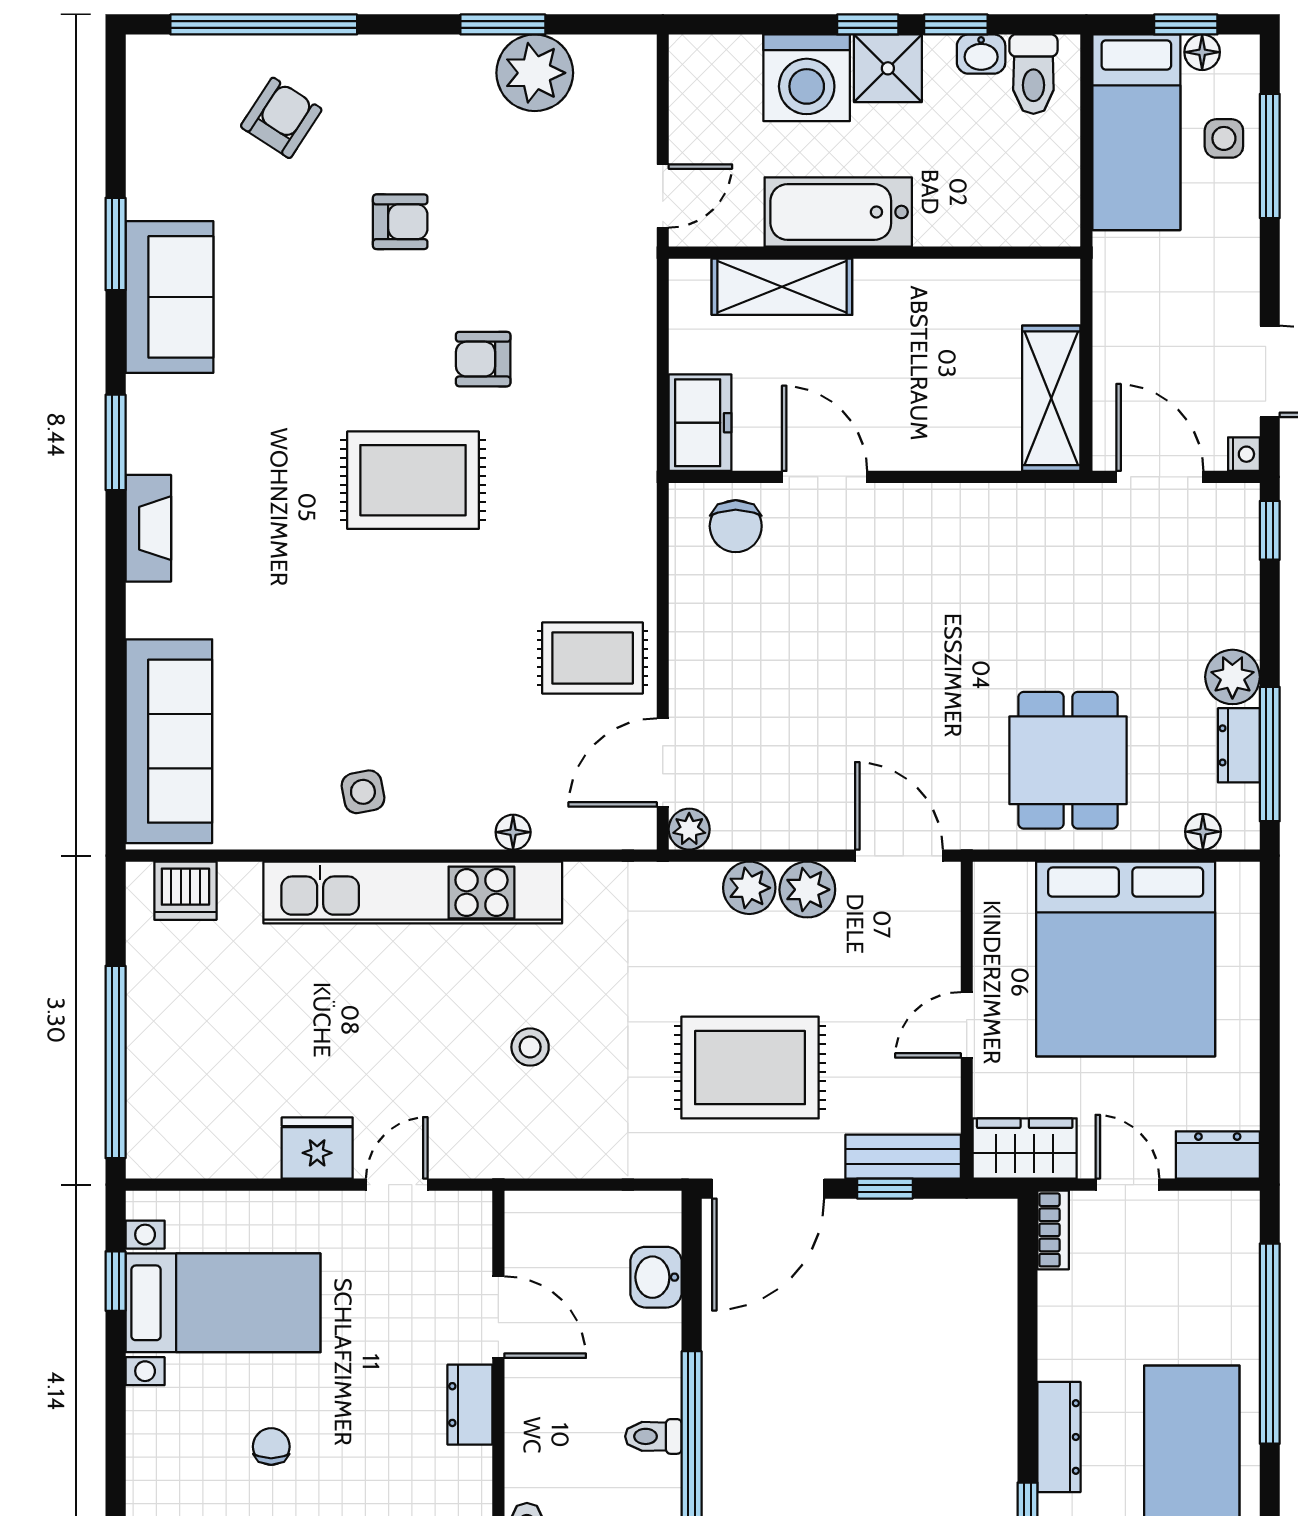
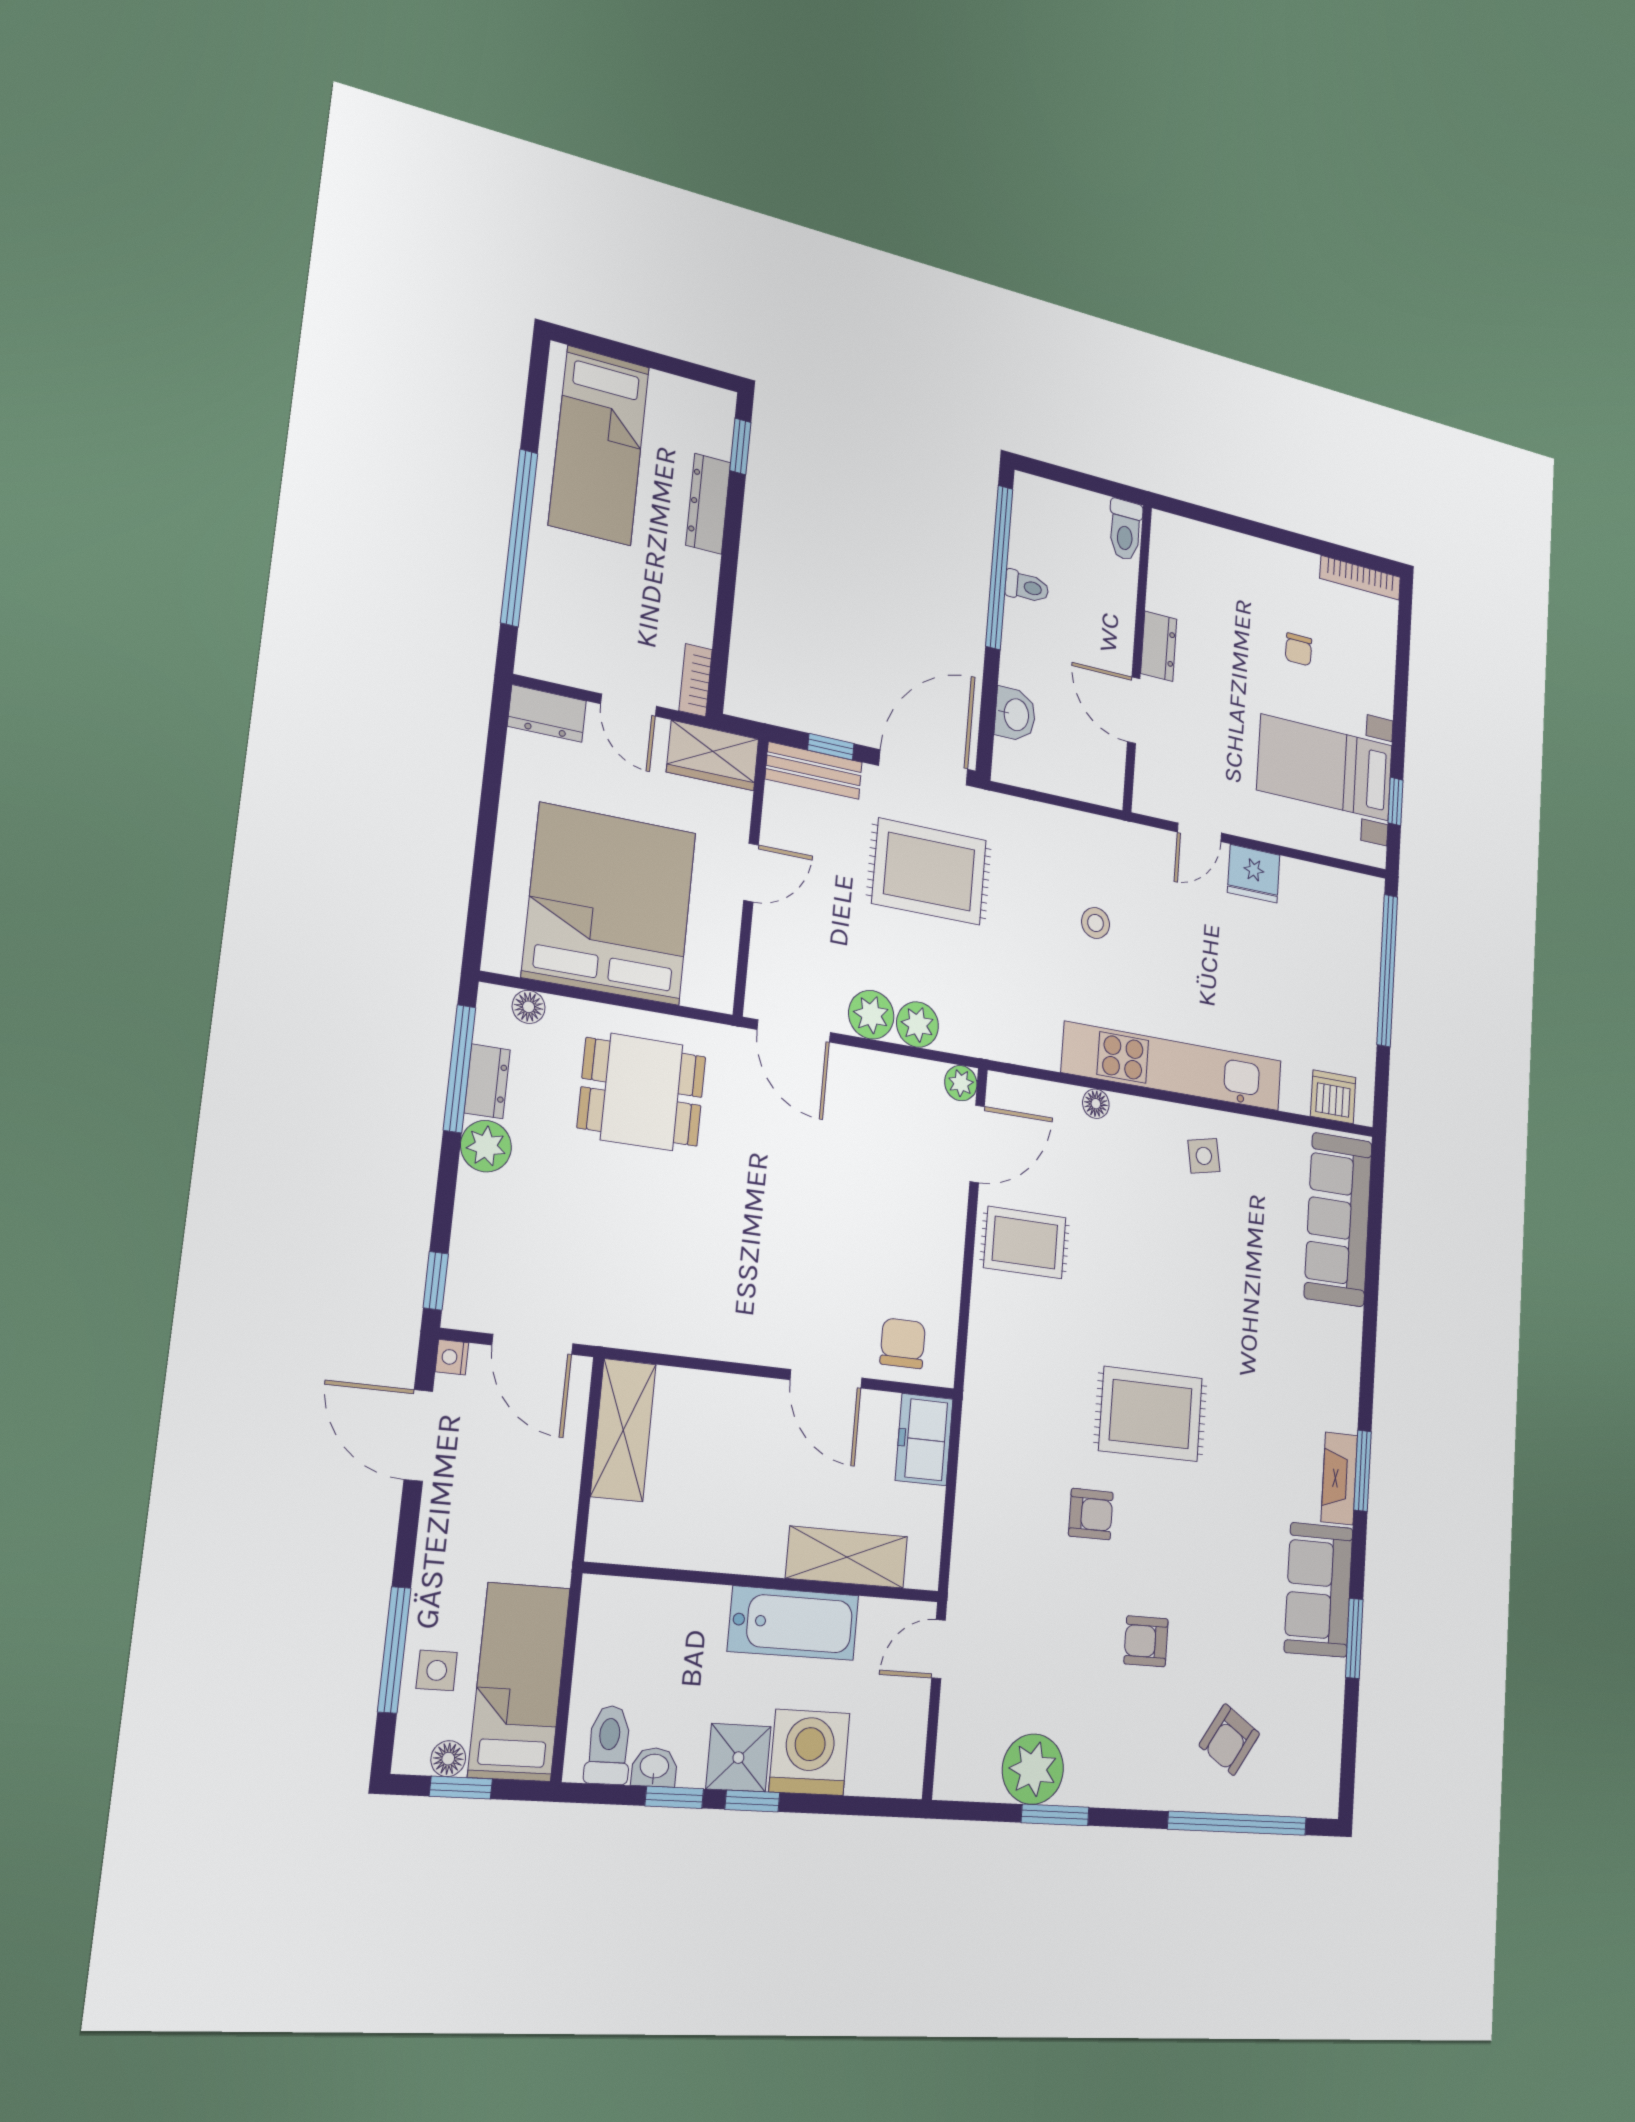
fireplace: (148, 528) -> (1339, 1478), moved
dining table: (1068, 760) -> (642, 1092), turned 90

